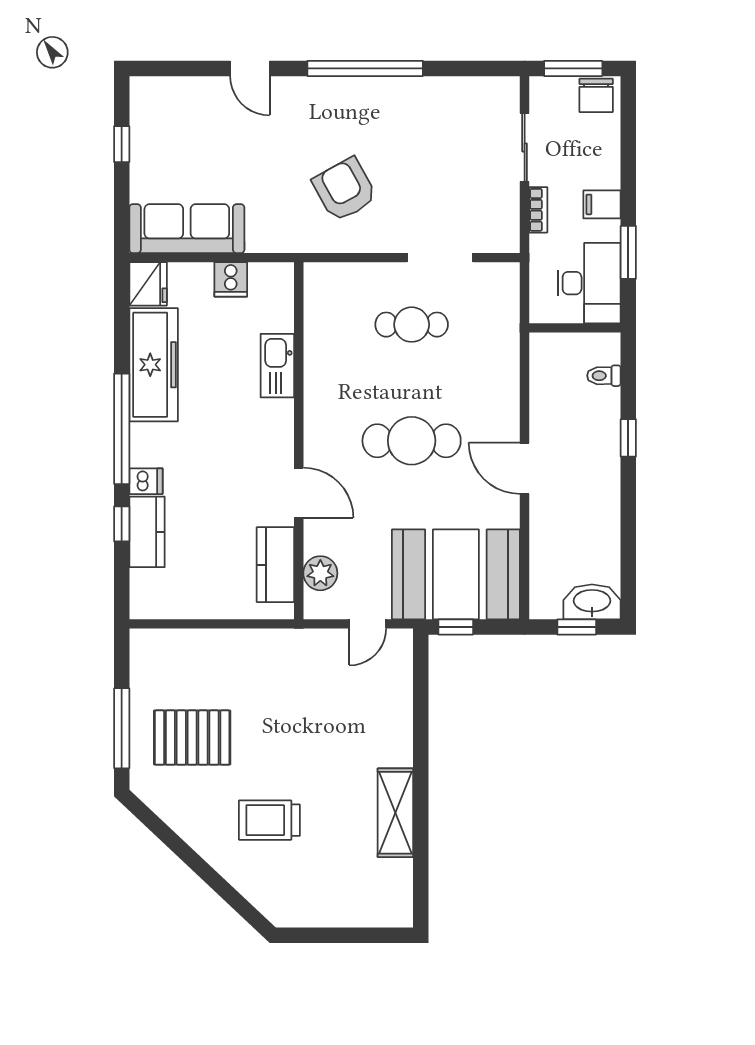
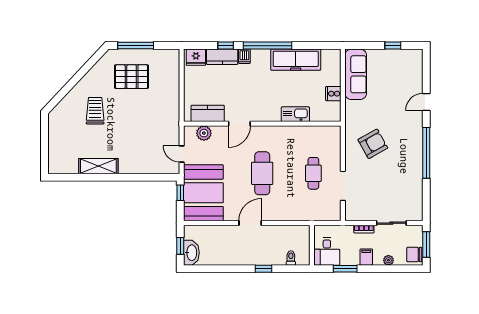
plant: (609, 154) -> (388, 260), added
desk: (589, 283) -> (327, 251), width x0.73
fridge: (148, 284) -> (196, 57), moved
pallet: (192, 738) -> (132, 77), turned 90

